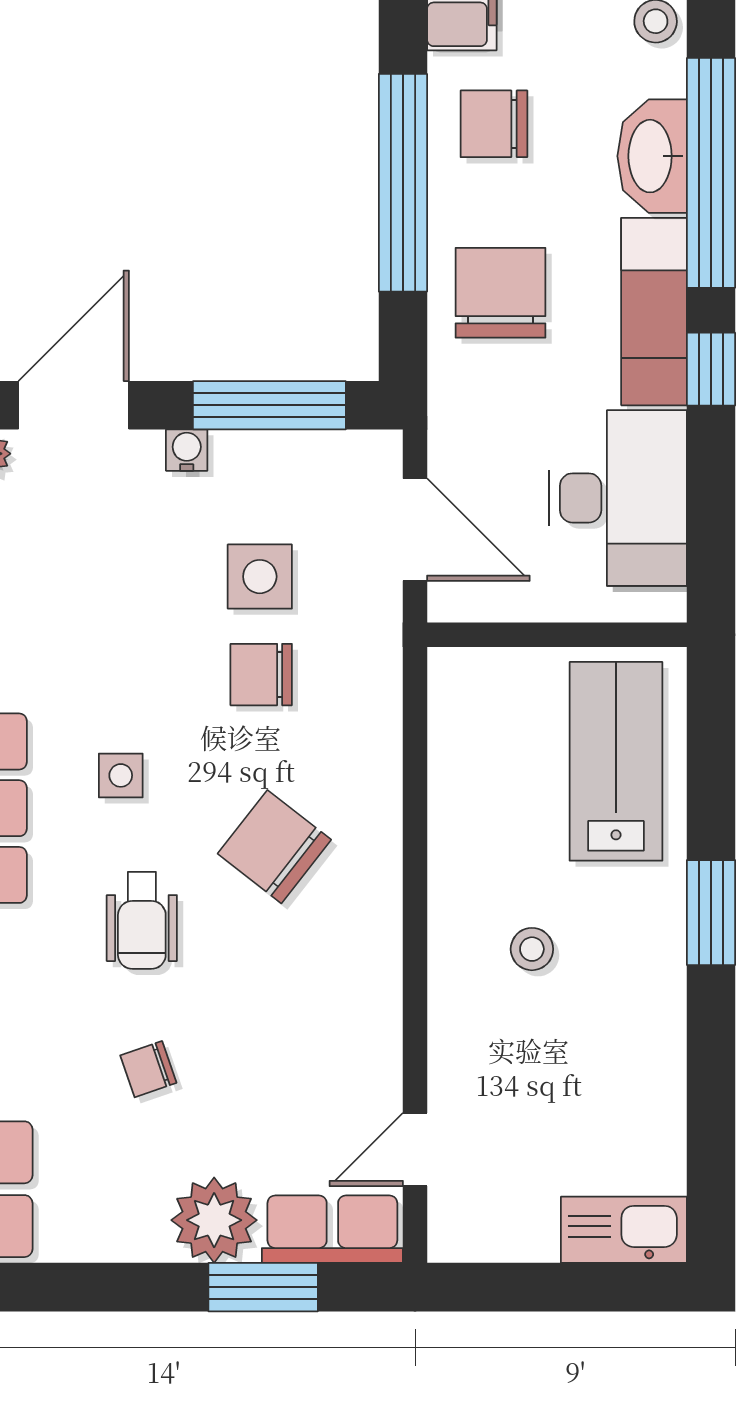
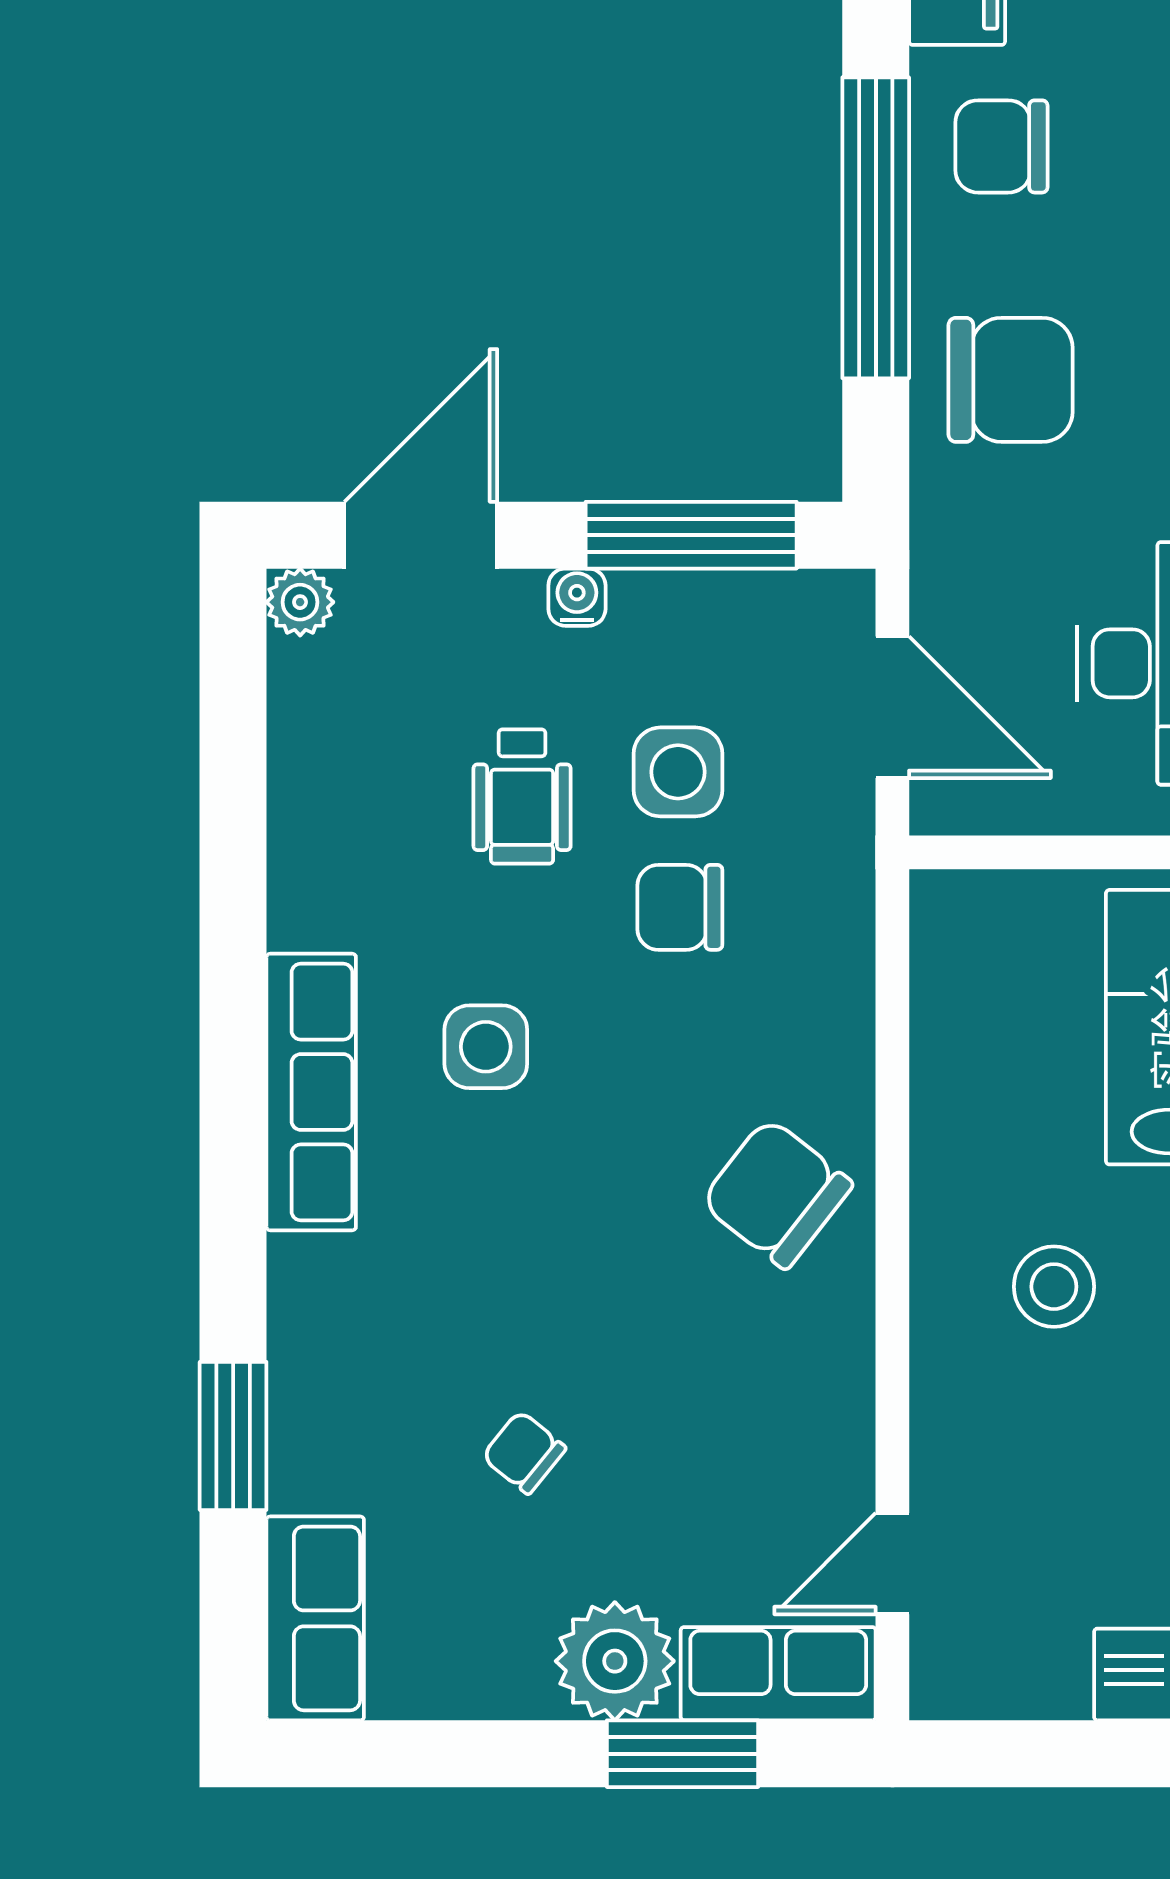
chair: (501, 293) -> (1011, 380), turned 90
side table: (121, 775) -> (486, 1047), width x1.37, depth x1.37
chair: (274, 847) -> (777, 1193), moved
wheelchair: (142, 920) -> (522, 796), moved
stool: (532, 949) -> (1054, 1287), width x1.37, depth x1.37
chair: (148, 1069) -> (524, 1452), turned 58

